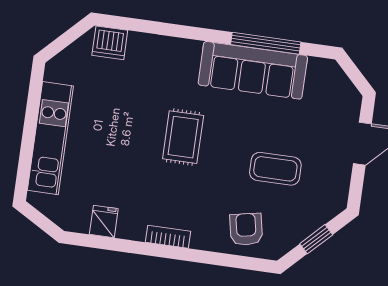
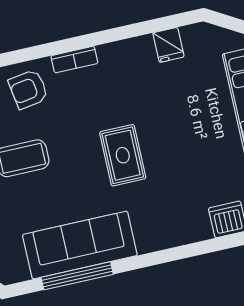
armchair: (246, 229) -> (28, 89), turned 92
bookcase: (168, 237) -> (74, 60), moved

